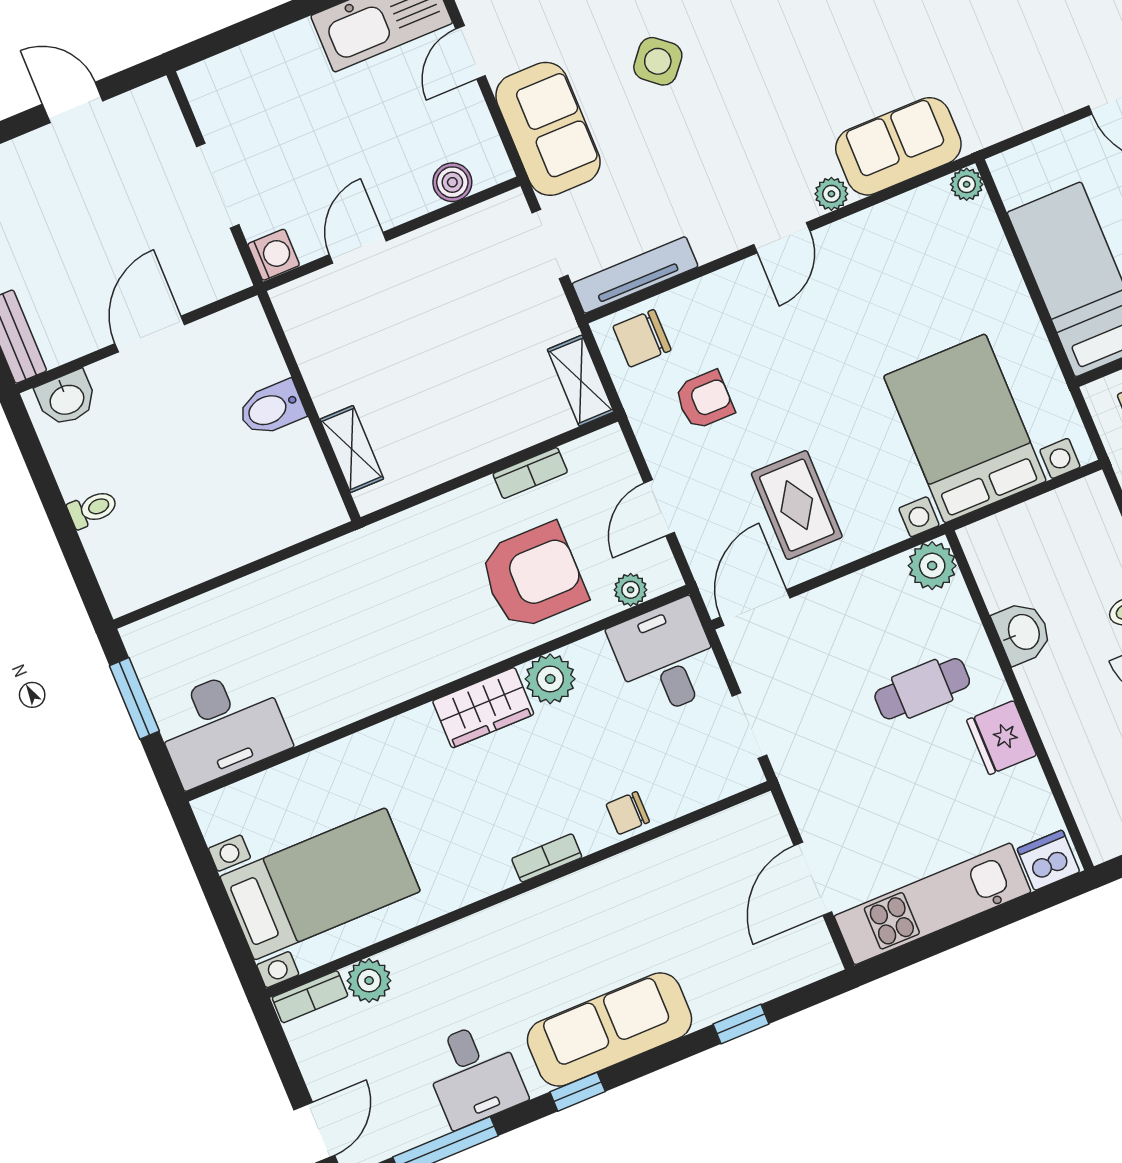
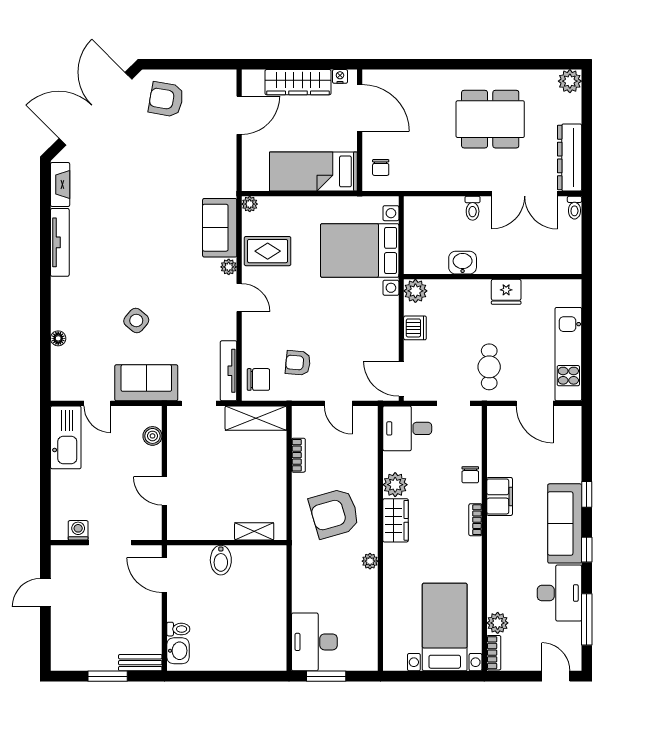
washing machine: (274, 255) -> (78, 530), moved
door: (150, 334) -> (164, 575), moved
chair: (642, 338) -> (258, 379), turned -90
shelving: (581, 381) -> (256, 418), width x1.50, depth x1.33
armchair: (704, 400) -> (298, 363), turned -85
rug: (797, 505) -> (268, 251), moved
toilet: (93, 509) -> (178, 629), moved, turned 90
armchair: (533, 576) -> (334, 513), moved, turned -106
plant: (631, 590) -> (370, 561), moved
cafe table: (922, 689) -> (489, 367), moved
desk: (222, 726) -> (314, 642), moved, turned 180
dishwasher: (1048, 860) -> (415, 328), moved, turned 180
filing cabinet: (610, 885) -> (500, 496), added
window: (741, 1024) -> (587, 494), moved
desk: (474, 1074) -> (559, 593), width x1.37

